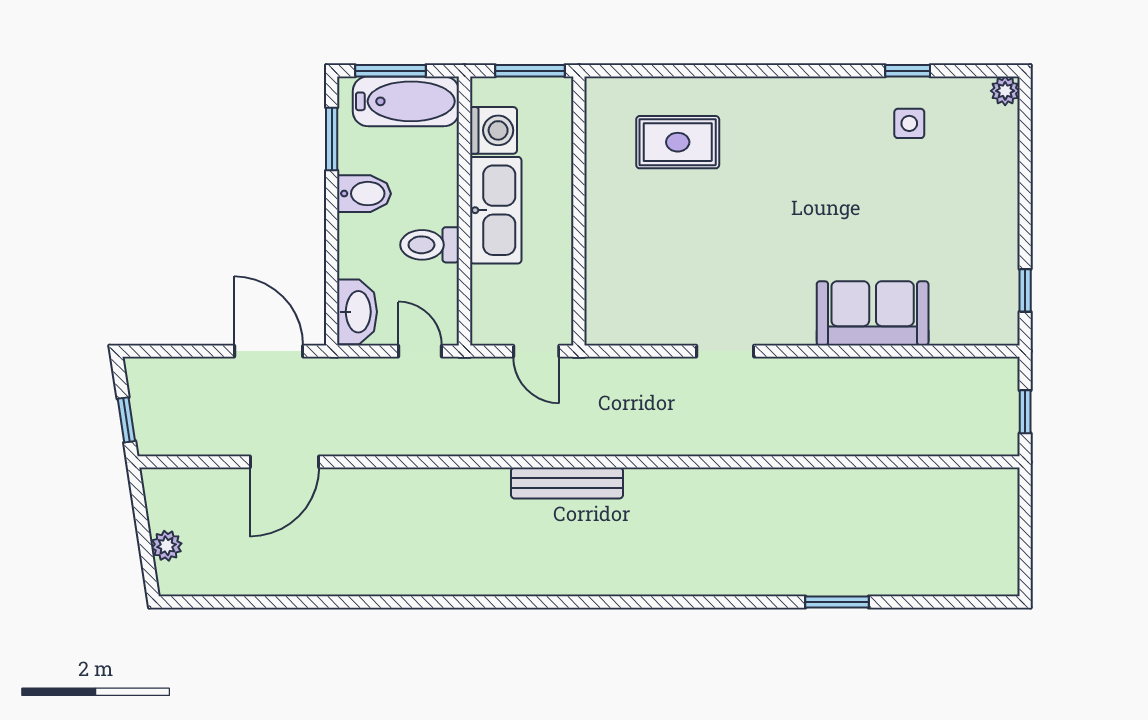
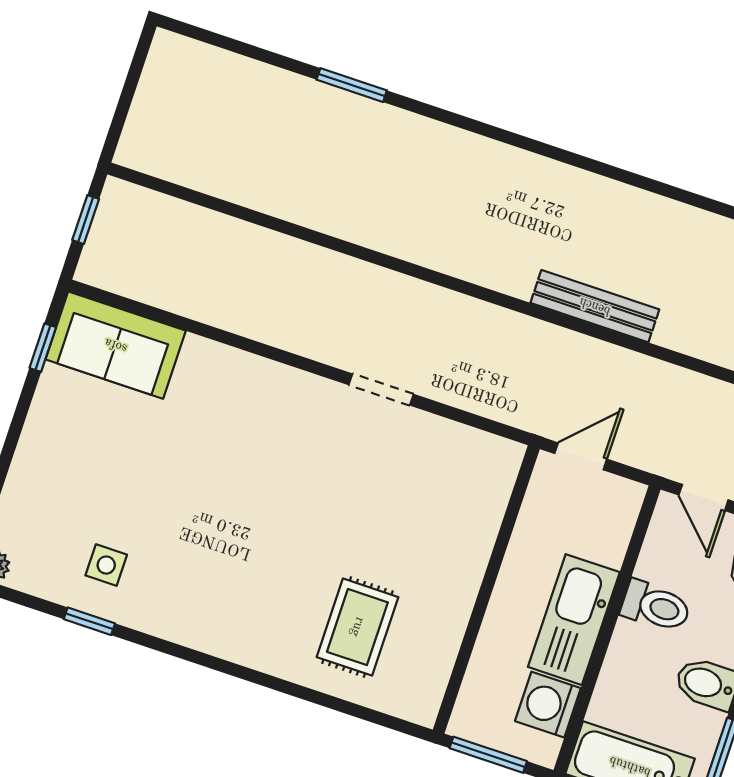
rug: (678, 142) -> (357, 627), turned 90
sofa: (873, 313) -> (116, 345), moved
door: (536, 351) -> (581, 456), hinge flipped

